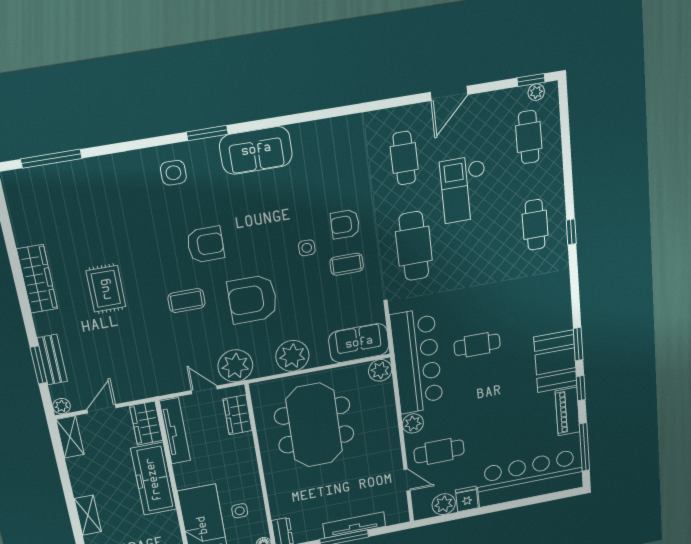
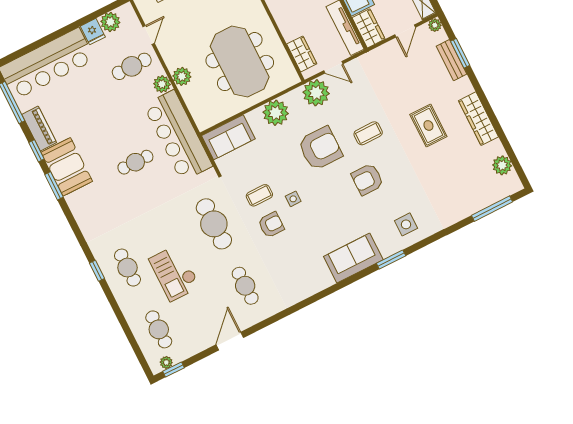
checkout: (464, 189) -> (175, 273), moved, turned 180
plant: (22, 211) -> (502, 165), added
plant: (380, 370) -> (182, 76), moved
door: (407, 480) -> (149, 35), swing flipped

